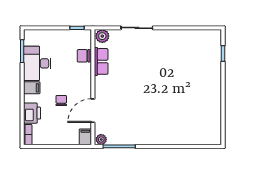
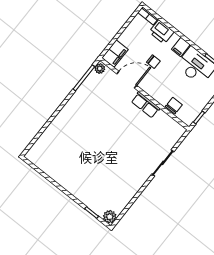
plant: (102, 36) -> (110, 217), moved
row of seats: (101, 61) -> (146, 105), moved
door: (93, 111) -> (127, 80), hinge flipped
filing cabinet: (85, 137) -> (115, 54), width x2.00

